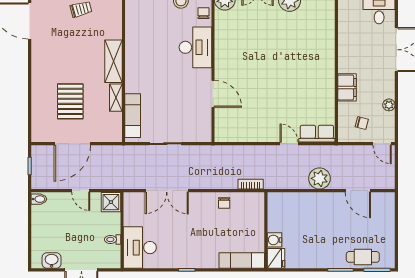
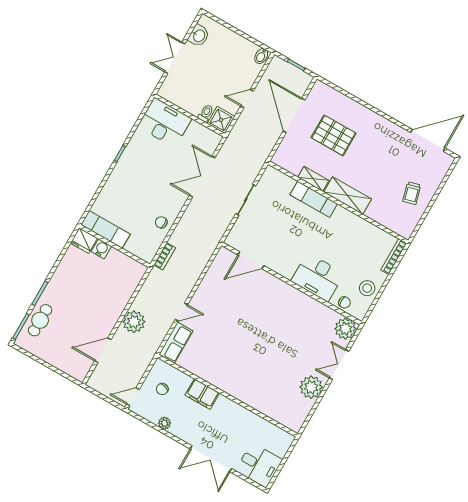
door: (213, 94) -> (251, 260), moved
exam couch: (133, 116) -> (314, 199), moved
toilet: (113, 239) -> (206, 113), moved
exam couch: (242, 260) -> (106, 229), moved, turned -90

